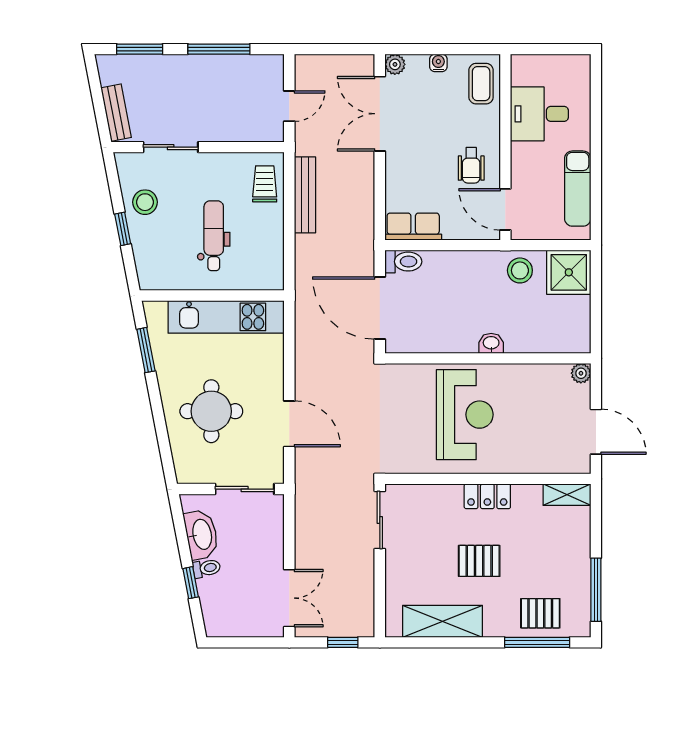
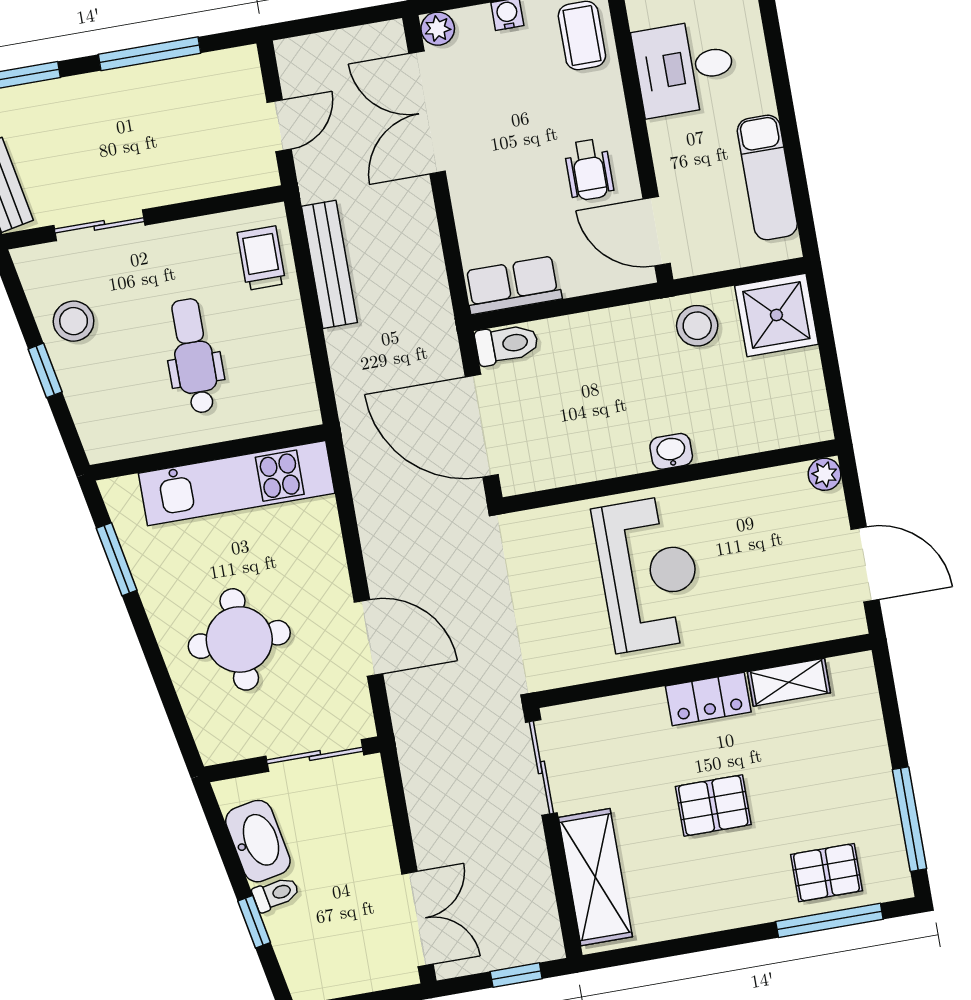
shelving: (567, 495) -> (789, 682), moved
shelving: (443, 621) -> (595, 877), moved, turned 90

